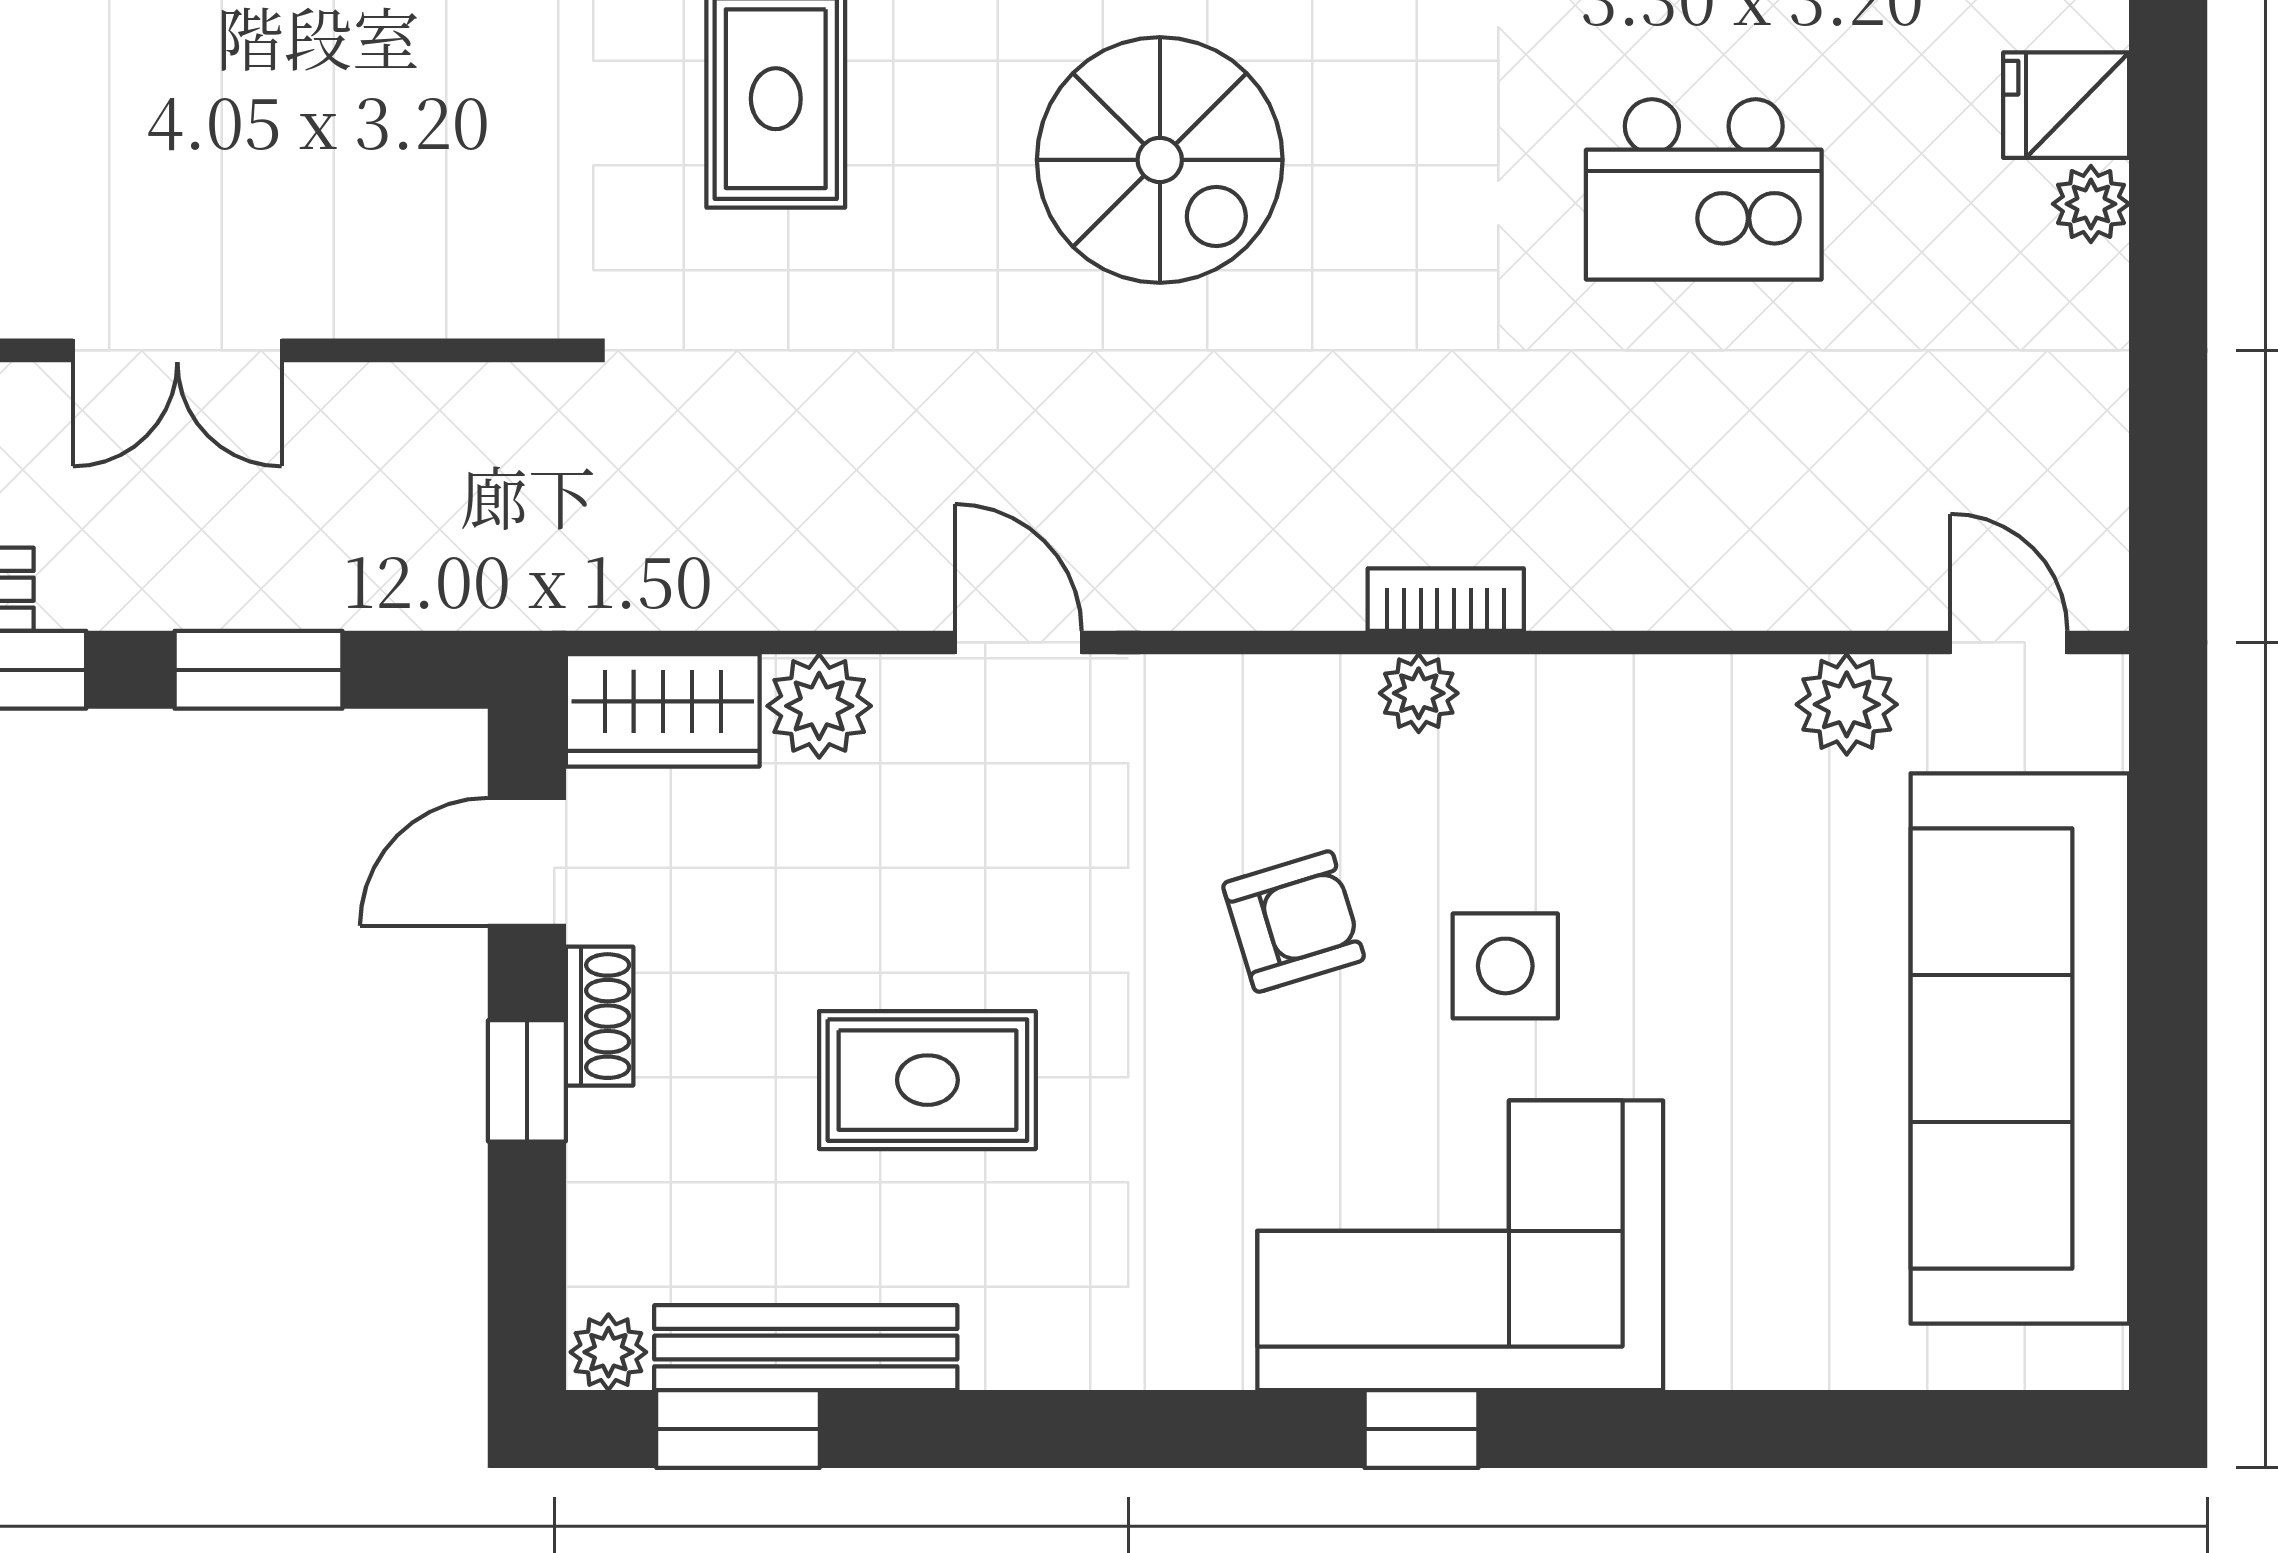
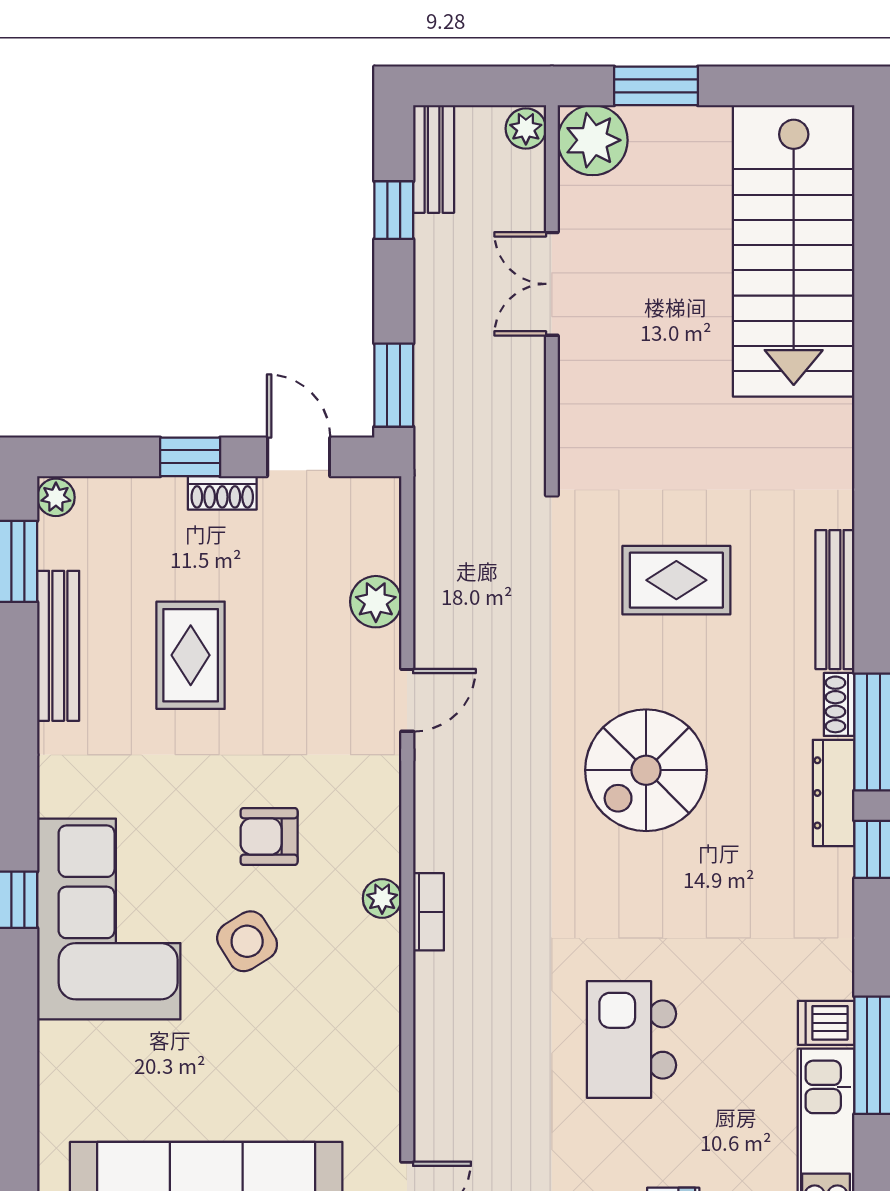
window: (259, 670) -> (394, 385), moved
plant: (1847, 704) -> (377, 1110), removed
wardrobe: (663, 710) -> (374, 524), removed
armchair: (1294, 922) -> (269, 836), turned 107
side table: (1505, 966) -> (247, 941), turned -32
bench: (806, 1348) -> (58, 646), moved

